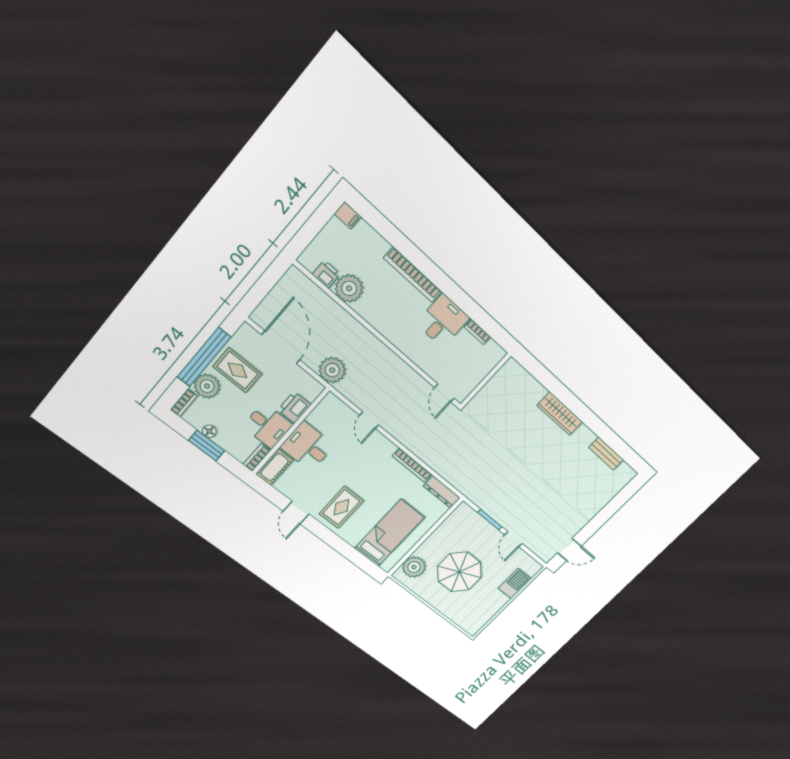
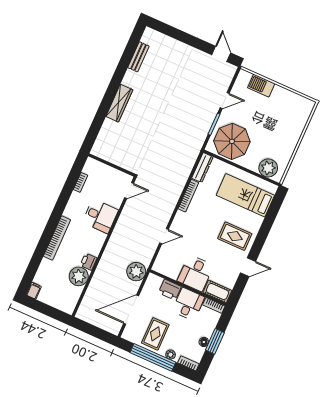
printer: (326, 274) -> (89, 262), moved
desk: (443, 321) -> (100, 216), moved, turned 180
plant: (207, 386) -> (171, 355), width x0.53, depth x0.53
parasol: (459, 572) -> (232, 141), moved

